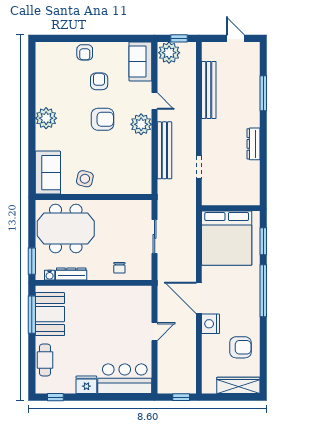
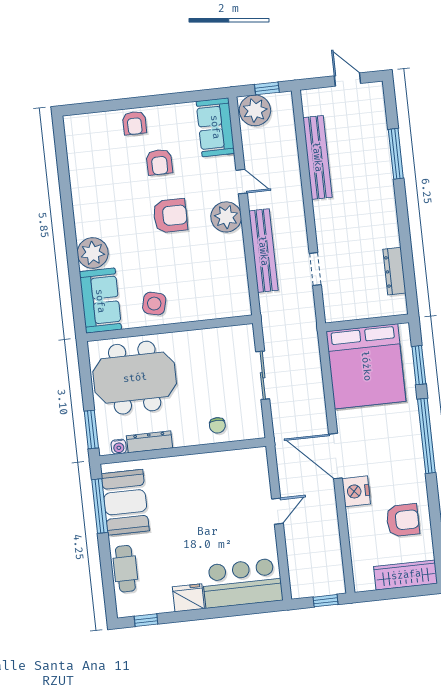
armchair: (99, 81) -> (159, 162), turned 180
plant: (46, 118) -> (93, 253), moved
dresser: (253, 144) -> (394, 271), moved

